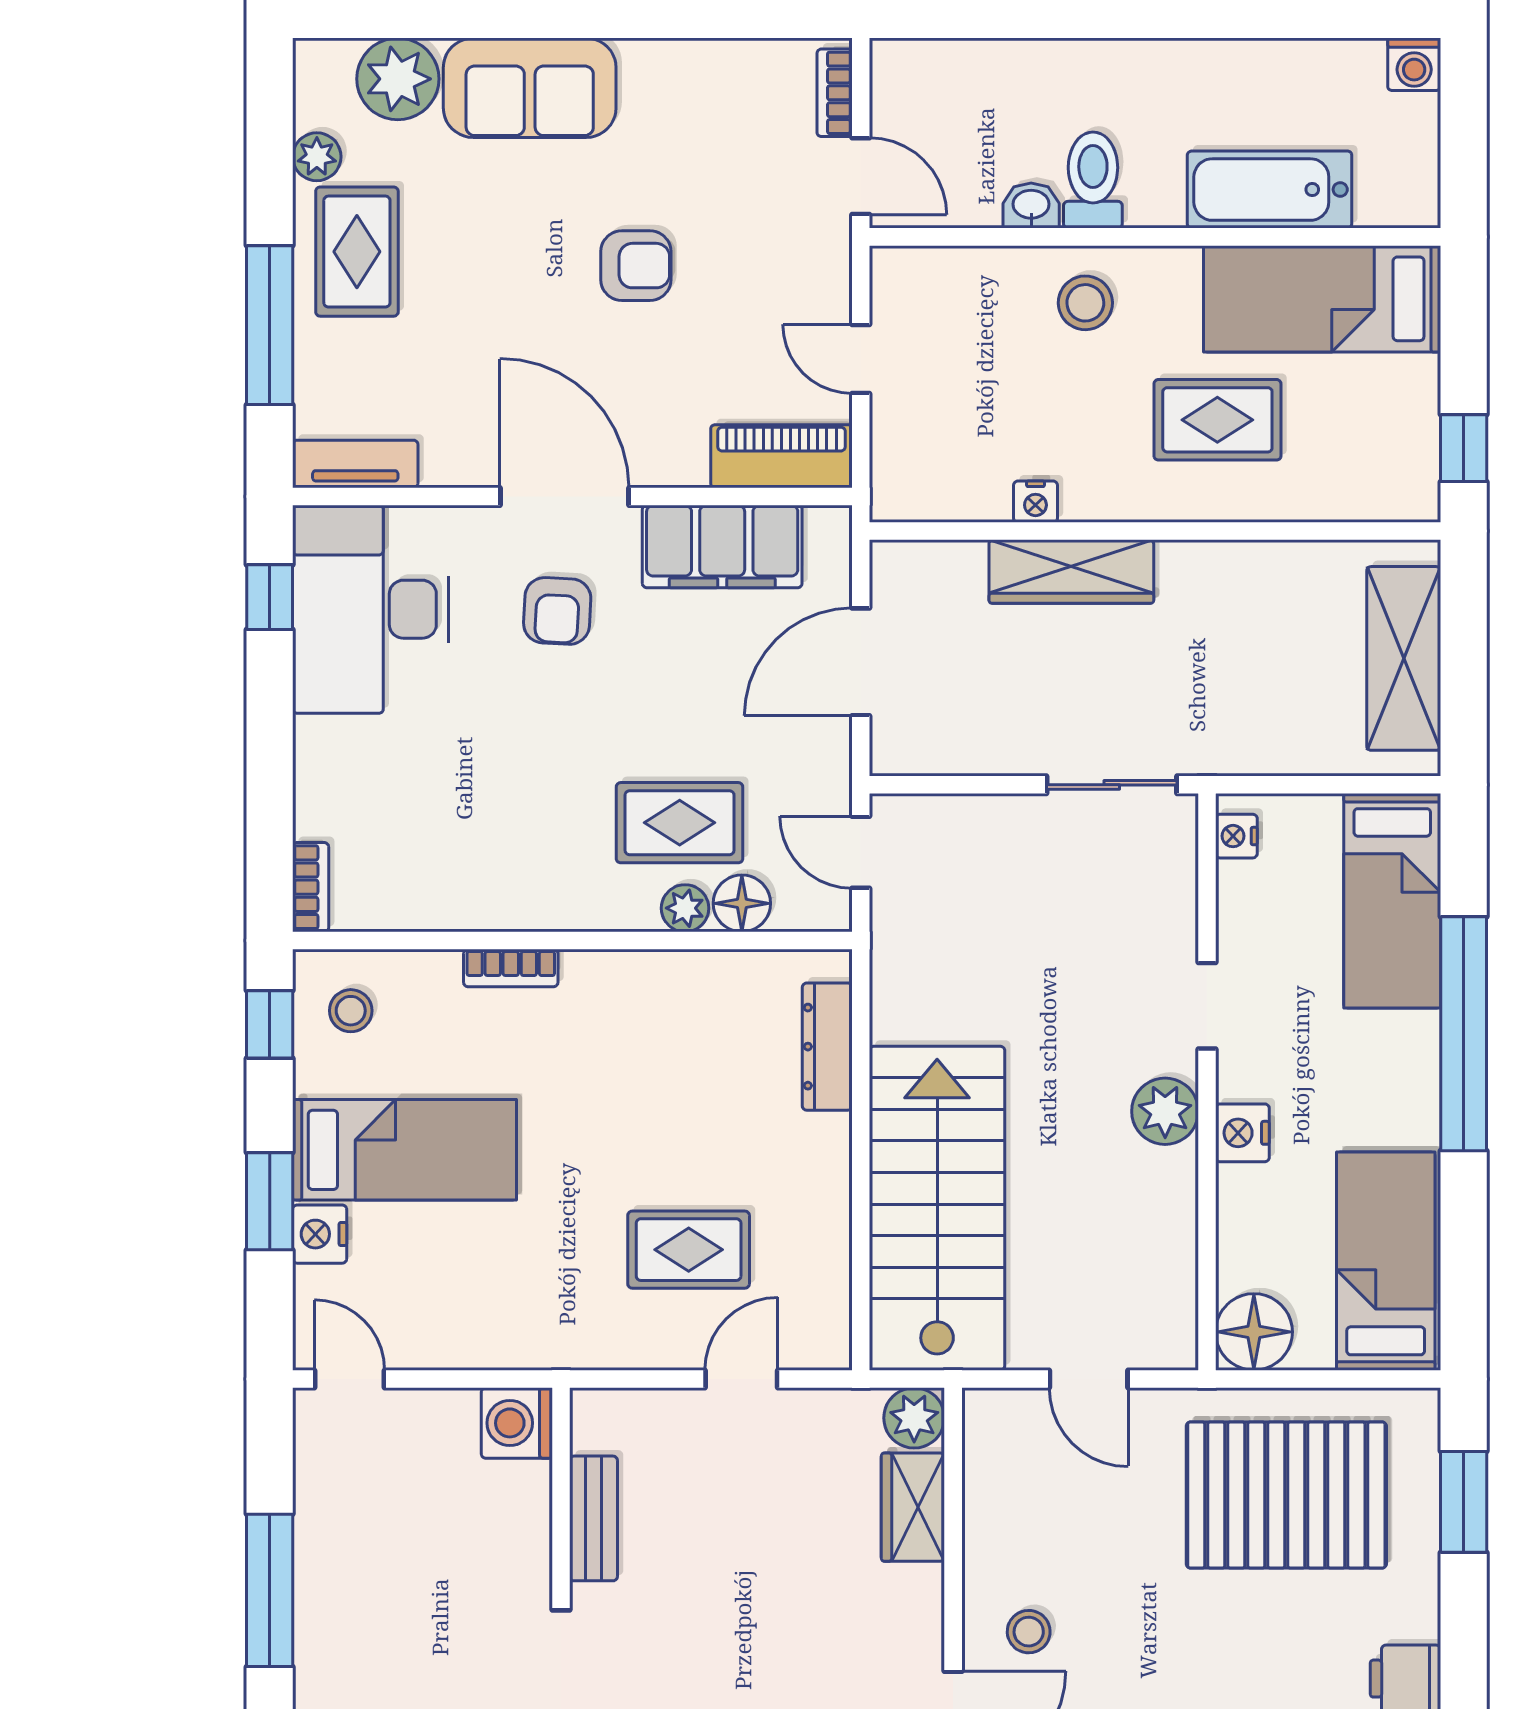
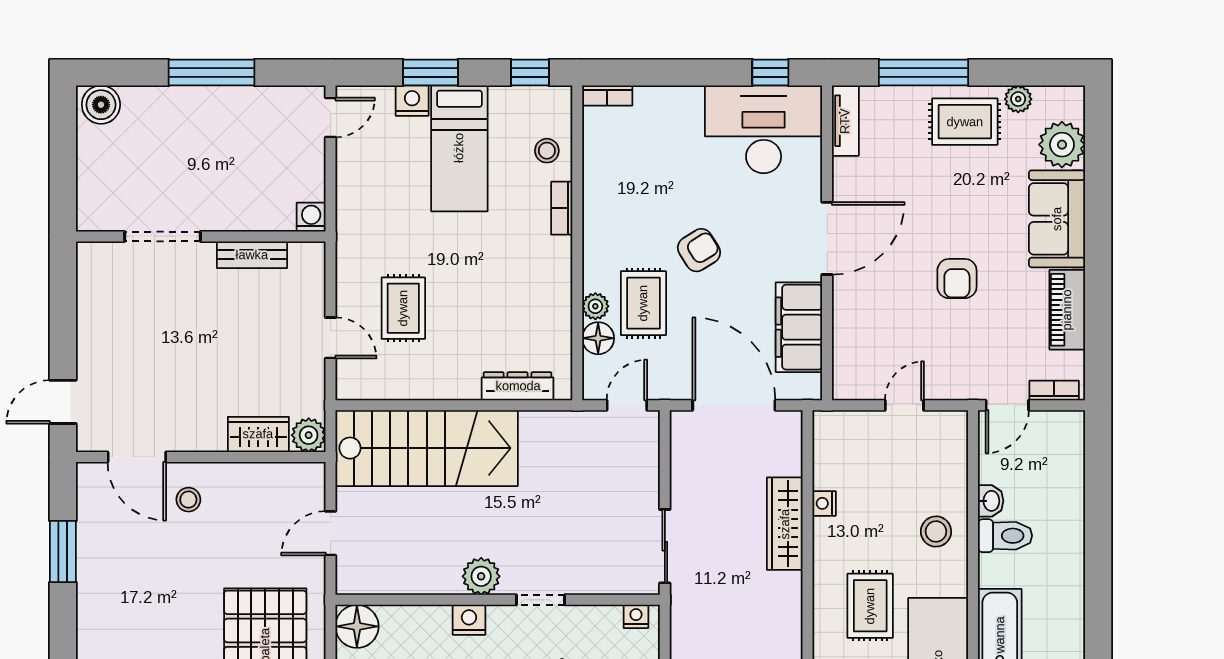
piano: (781, 456) -> (1067, 310), moved, turned 180
armchair: (557, 611) -> (699, 250), moved, turned 145
door: (861, 662) -> (734, 405), width x1.36
stool: (351, 1011) -> (547, 151), moved
washing machine: (517, 1423) -> (311, 217), width x0.73, depth x0.73

